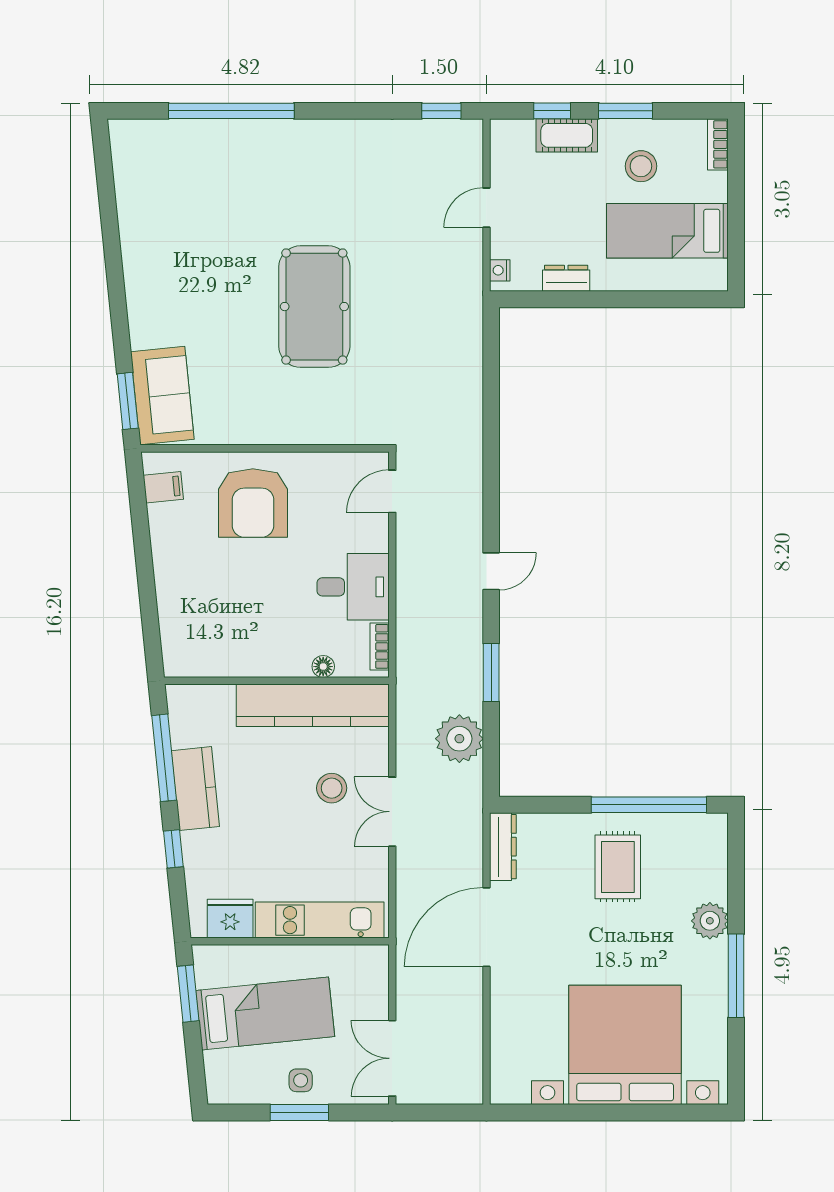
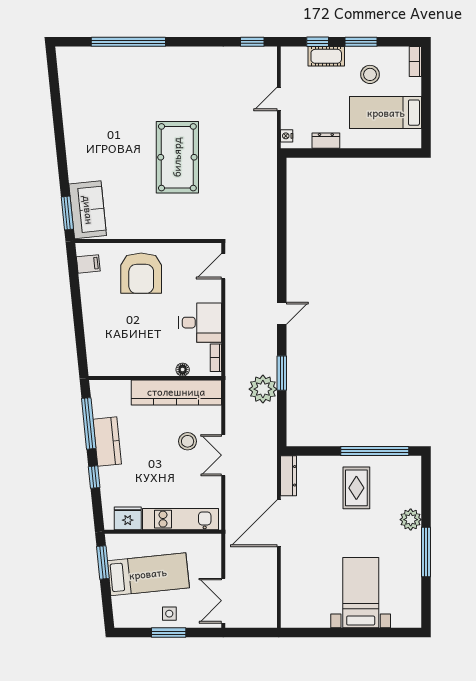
plant: (459, 739) -> (263, 389), moved
bed with nightstands: (625, 1045) -> (361, 593), width x0.54

